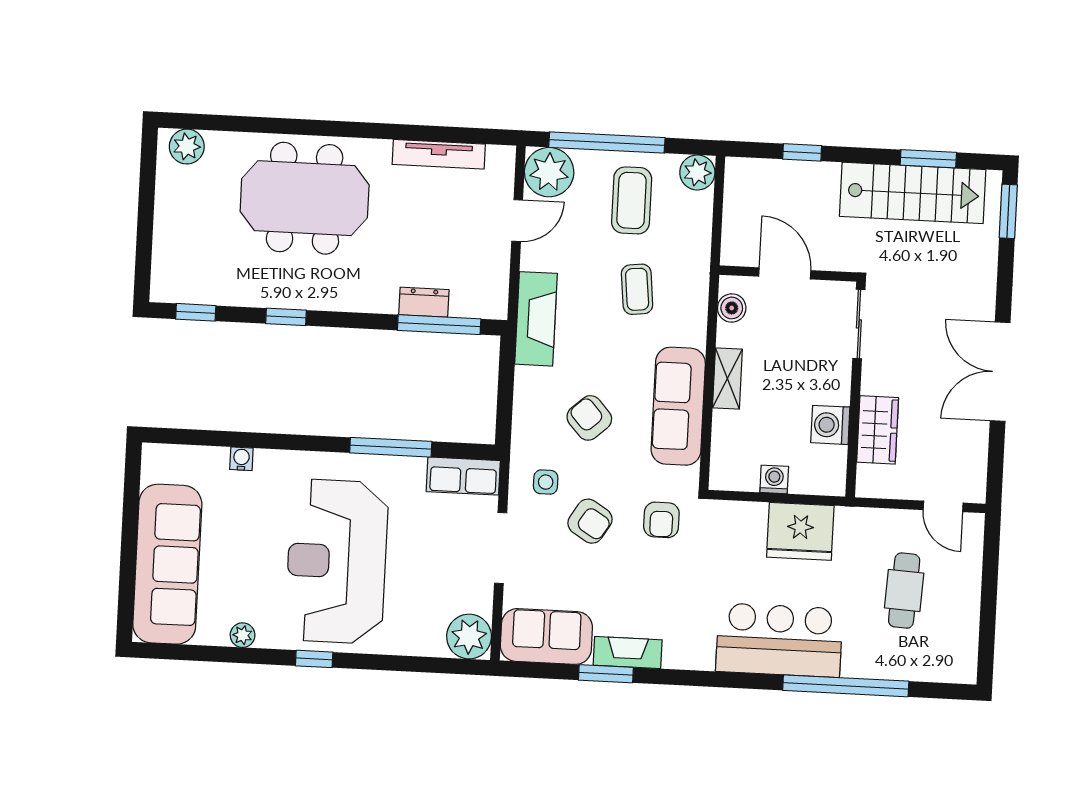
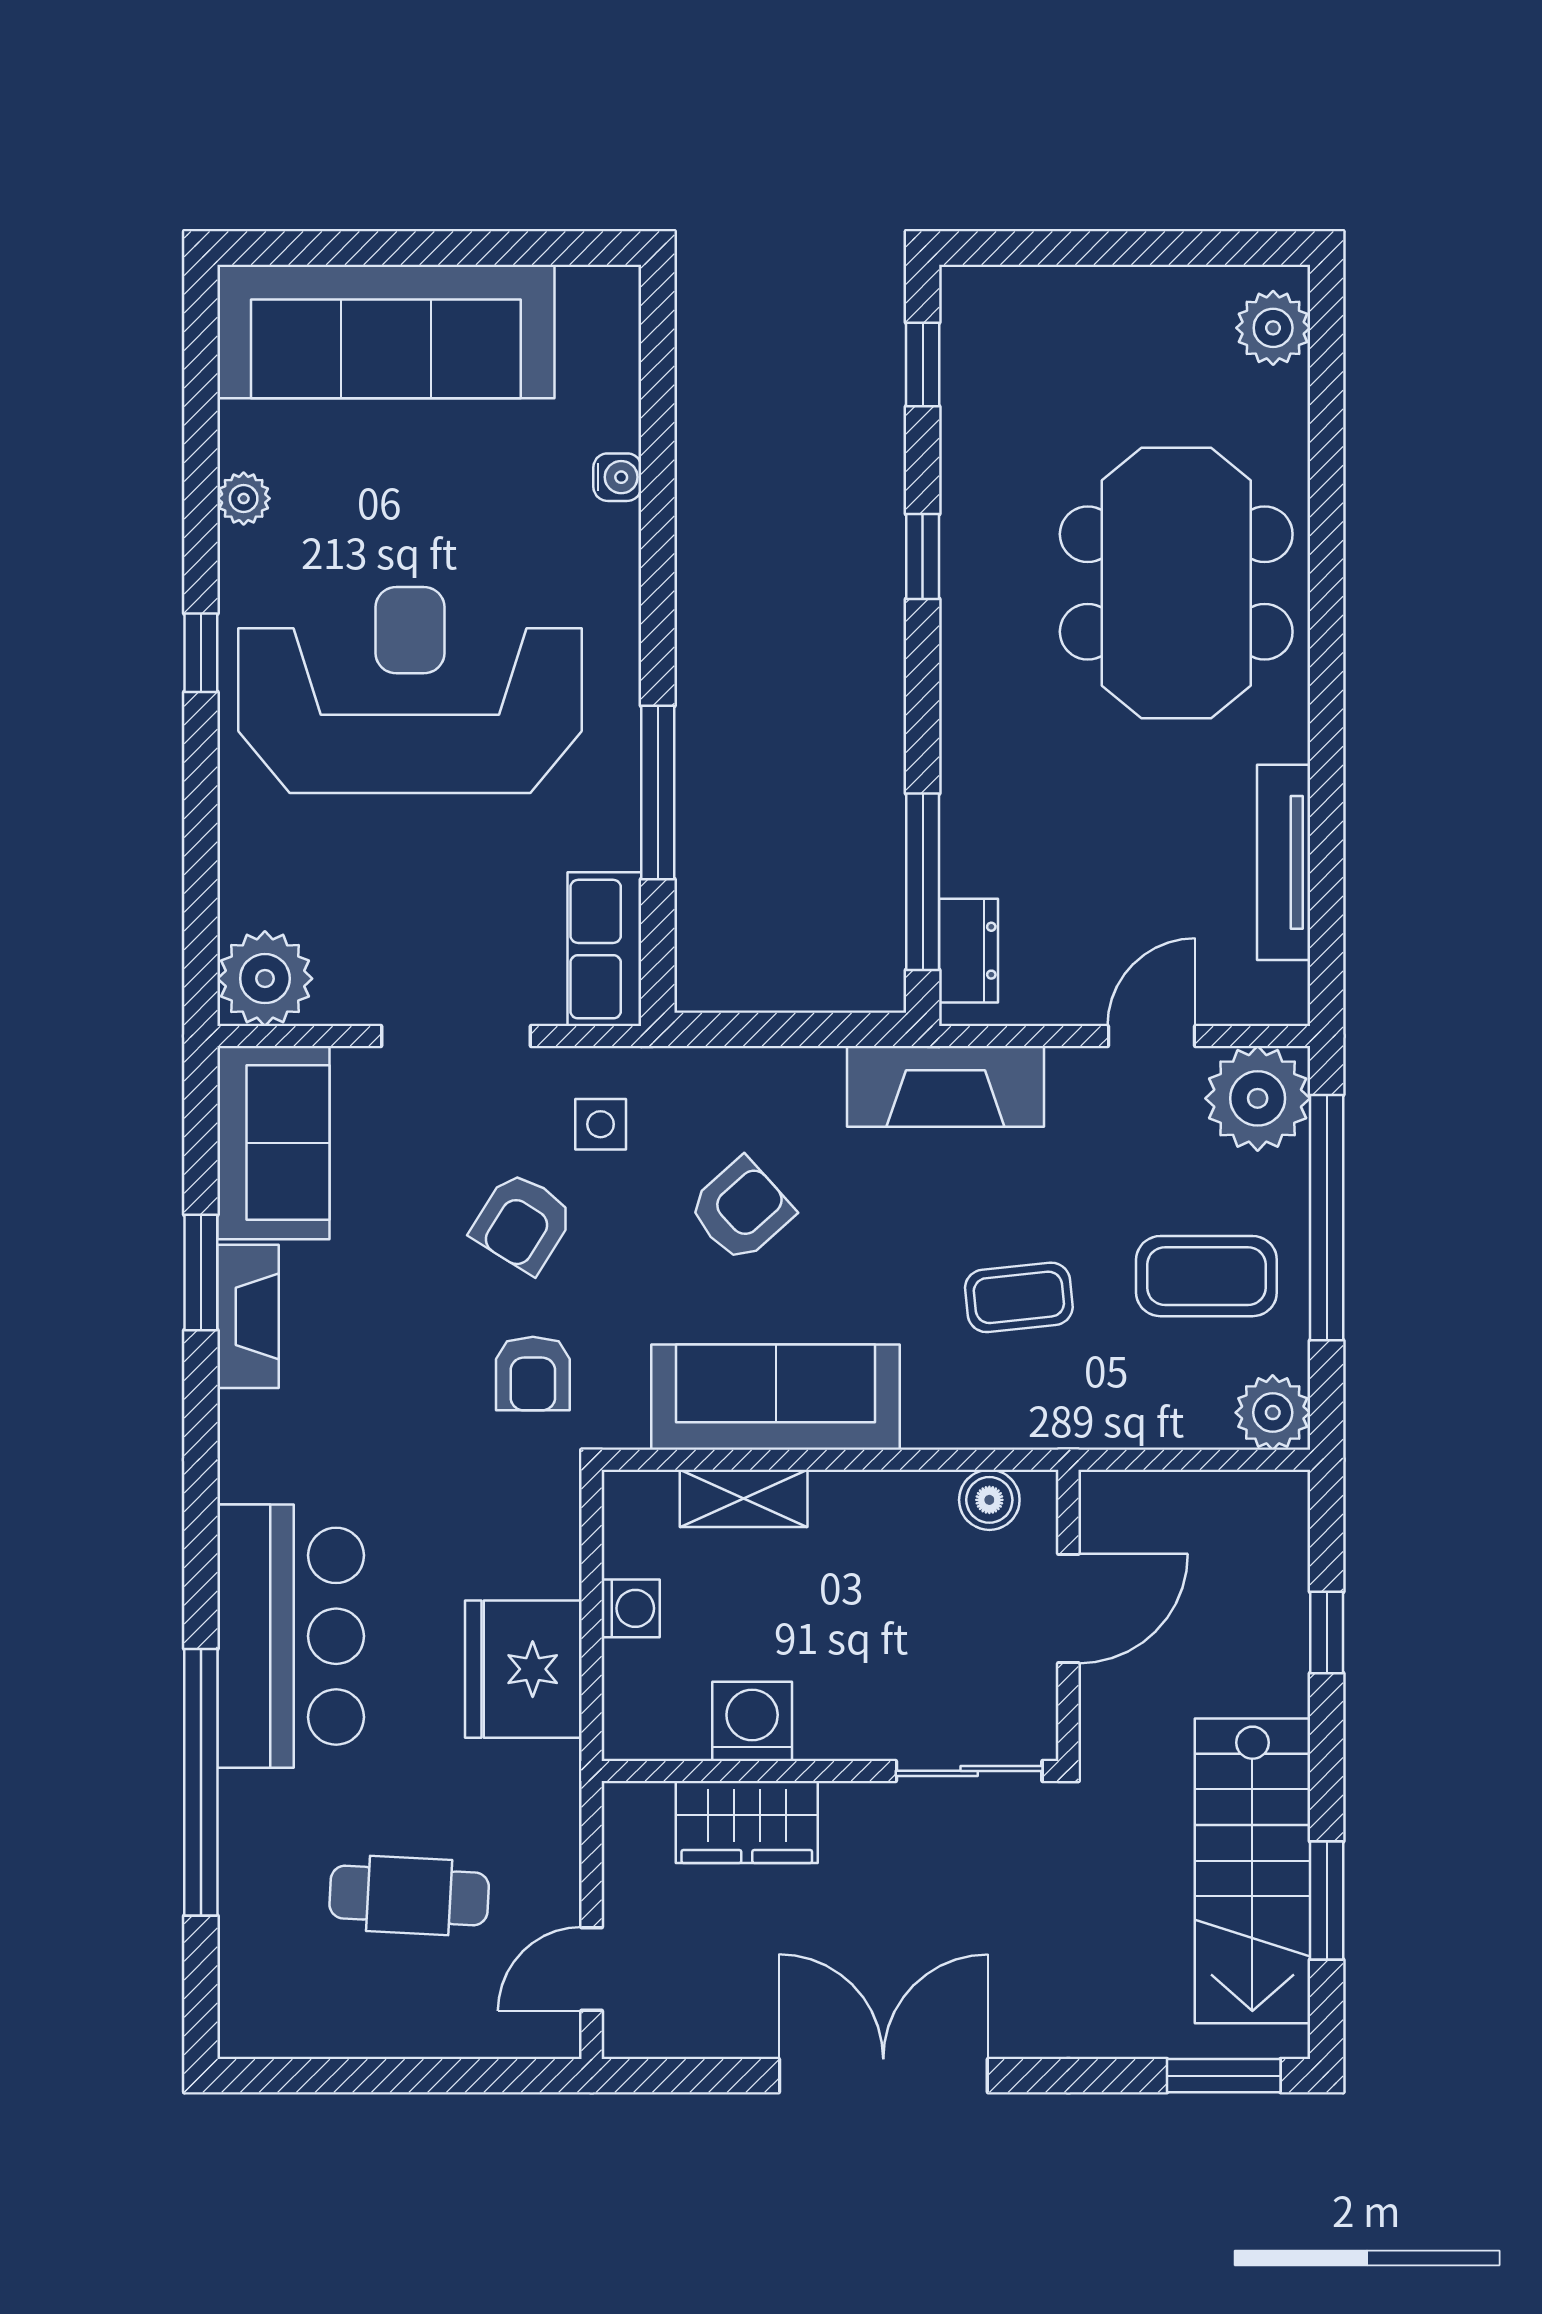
door: (517, 221) -> (1151, 1036), swing flipped
dresser: (424, 302) -> (969, 951), moved
shelving: (727, 379) -> (744, 1498), moved
armchair: (661, 520) -> (533, 1374), turned -90

